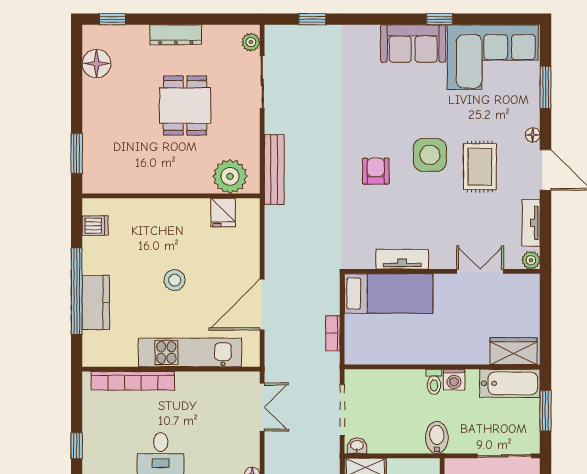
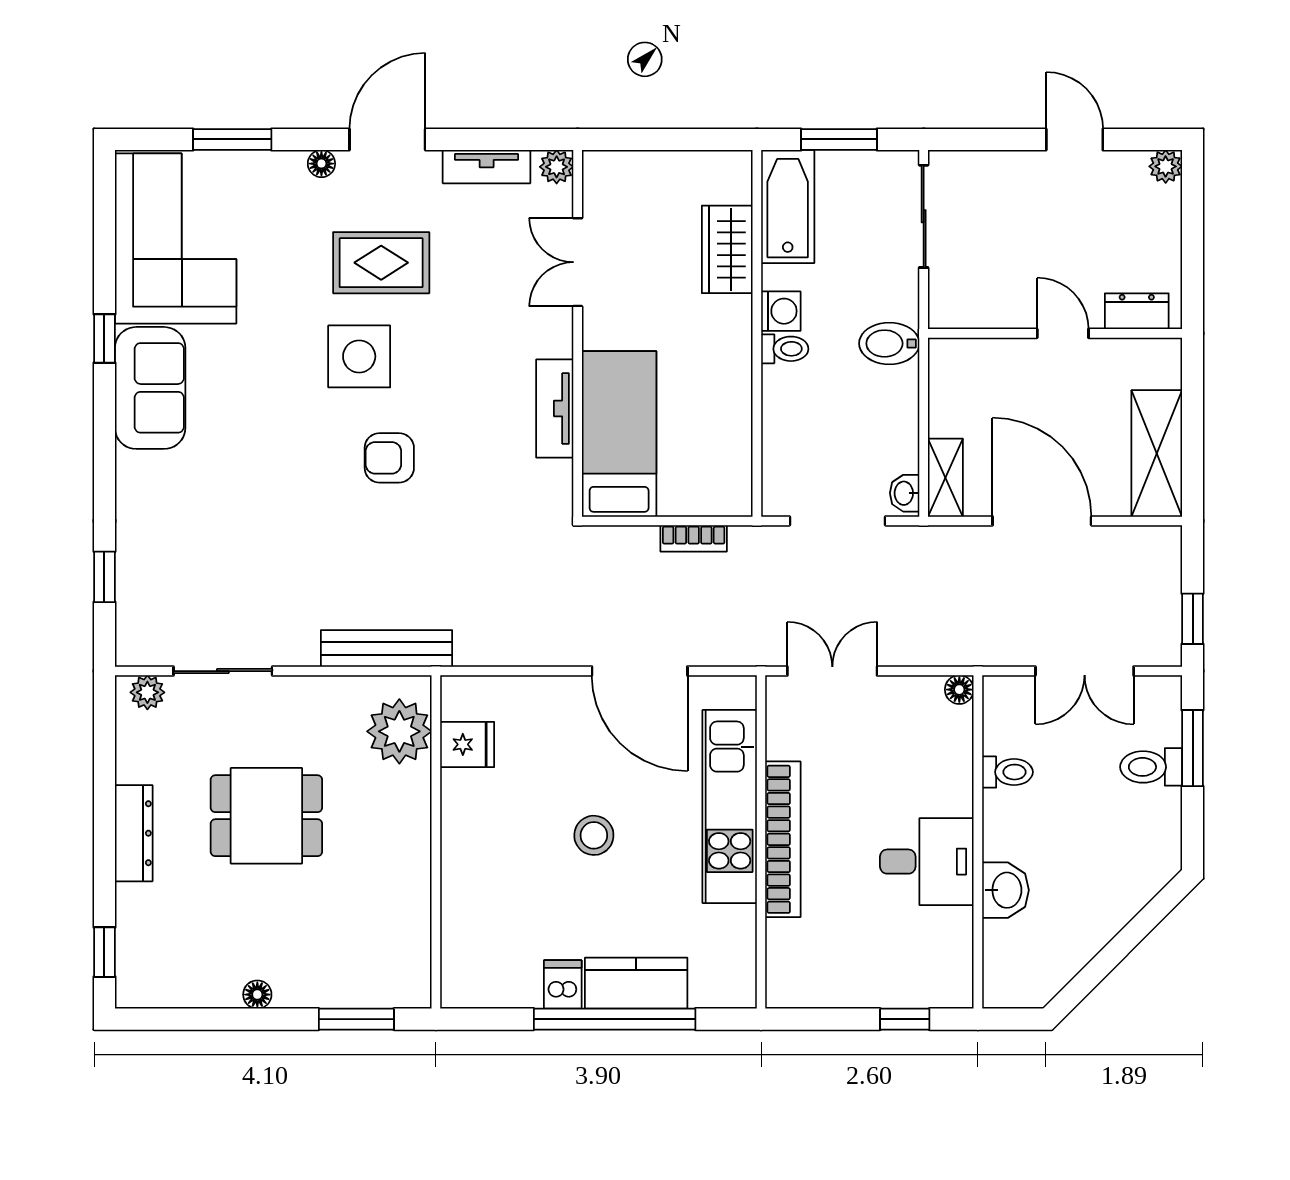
floor lamp: (96, 64) -> (257, 995), moved, width x0.53, depth x0.53
dishwasher: (95, 226) -> (563, 984), moved
wardrobe: (514, 351) -> (727, 249), moved
bookcase: (133, 381) -> (783, 839), moved

